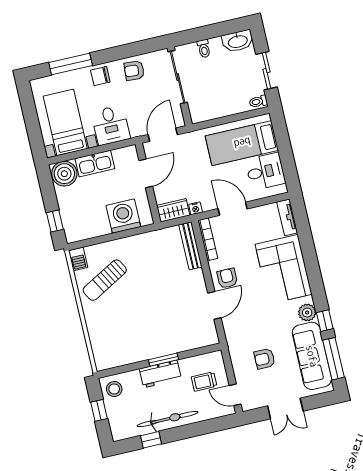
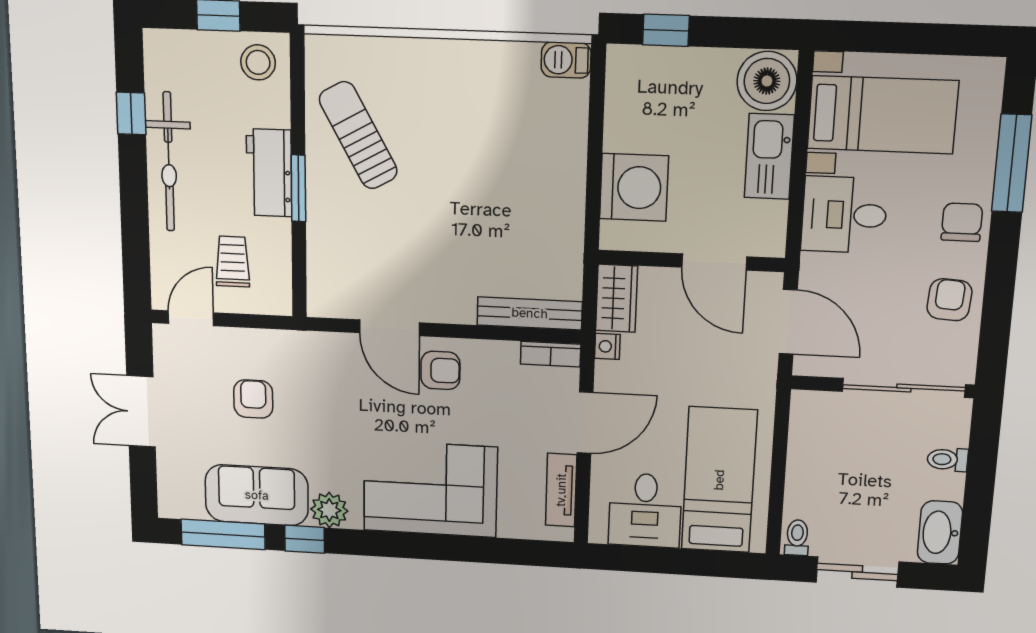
tv unit: (287, 217) -> (561, 490), moved, turned -90
bookcase: (208, 239) -> (551, 354), width x0.64
sun lounger: (105, 280) -> (358, 135), moved
sofa: (312, 356) -> (257, 495), width x0.73

